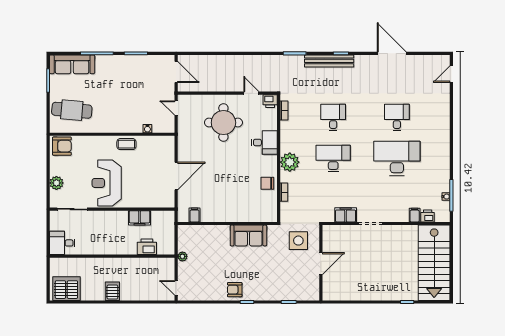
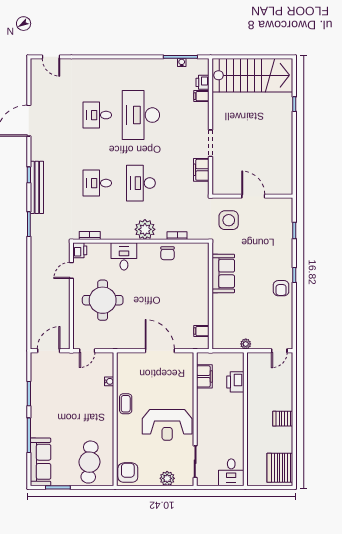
filing cabinet: (140, 218) -> (204, 376), moved

